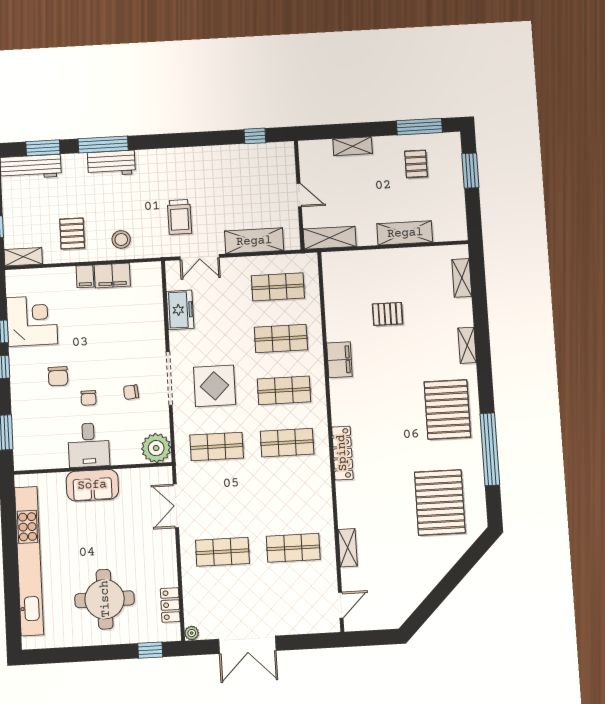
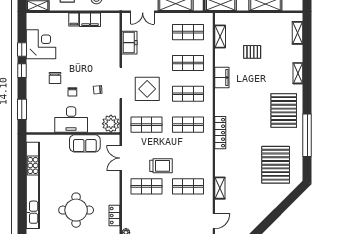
shelving: (332, 291) -> (220, 37), added
desk: (89, 445) -> (71, 120), width x1.37
sofa: (92, 485) -> (85, 143), moved
trolley: (245, 515) -> (161, 166), added

